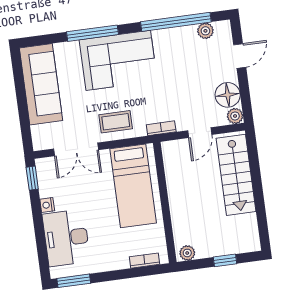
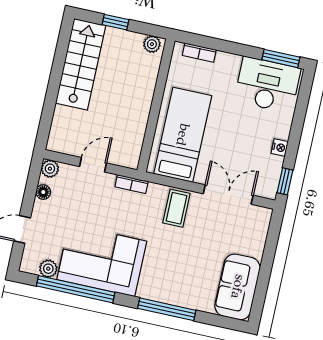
corner sofa: (118, 60) -> (102, 260), moved
sofa: (41, 84) -> (238, 287), width x0.73
floor lamp: (228, 95) -> (43, 192), width x0.53, depth x0.53
coffee table: (116, 122) -> (176, 208), turned 90
stairs: (236, 175) -> (81, 64), moved
desk: (66, 238) -> (267, 85), moved, turned -90

